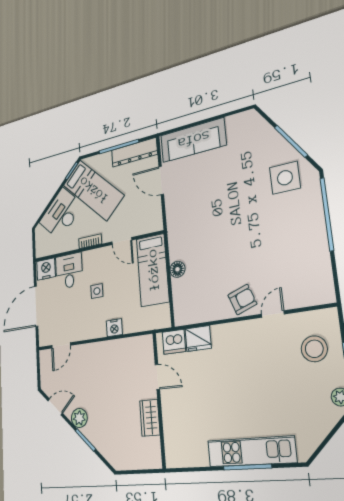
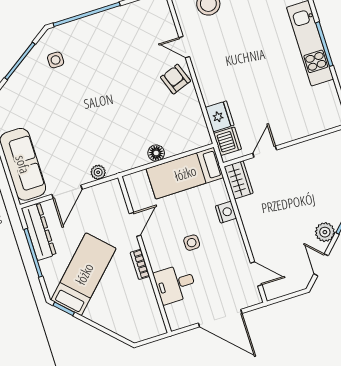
side table: (285, 178) -> (56, 60), width x0.54, depth x0.54
plant: (172, 211) -> (98, 172), added
desk: (61, 214) -> (113, 311), removed
nightstand: (46, 269) -> (177, 315), removed
bed: (153, 270) -> (185, 173), moved, turned 180
wardrobe: (150, 418) -> (239, 180), moved, turned -90

